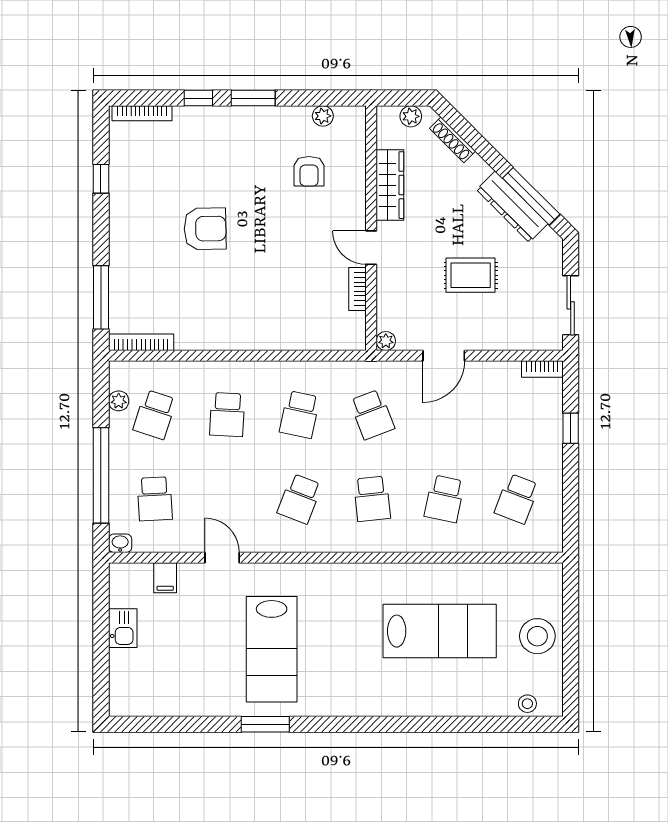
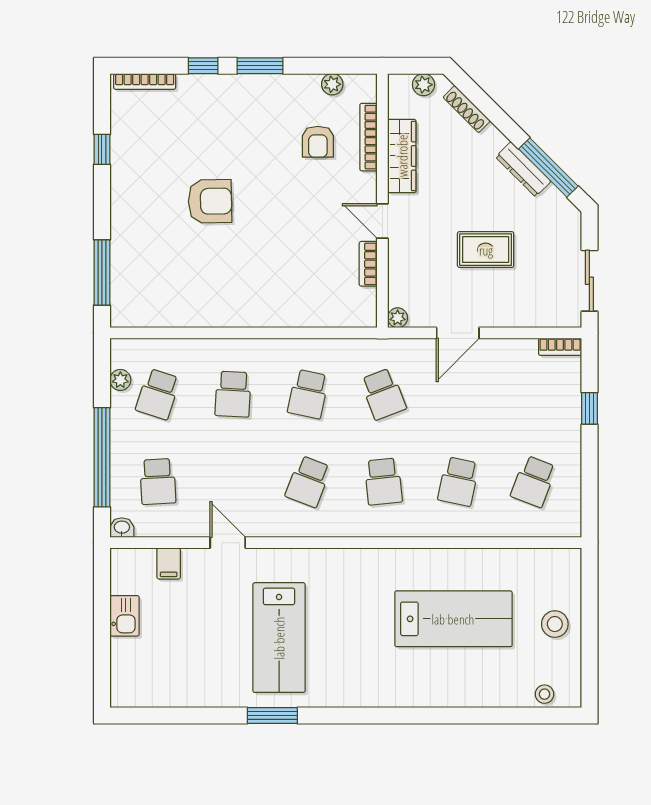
dresser: (512, 207) -> (523, 169), width x0.73, depth x0.80
bookcase: (141, 342) -> (368, 137), moved, turned -90
stool: (537, 636) -> (555, 624), width x0.73, depth x0.73

